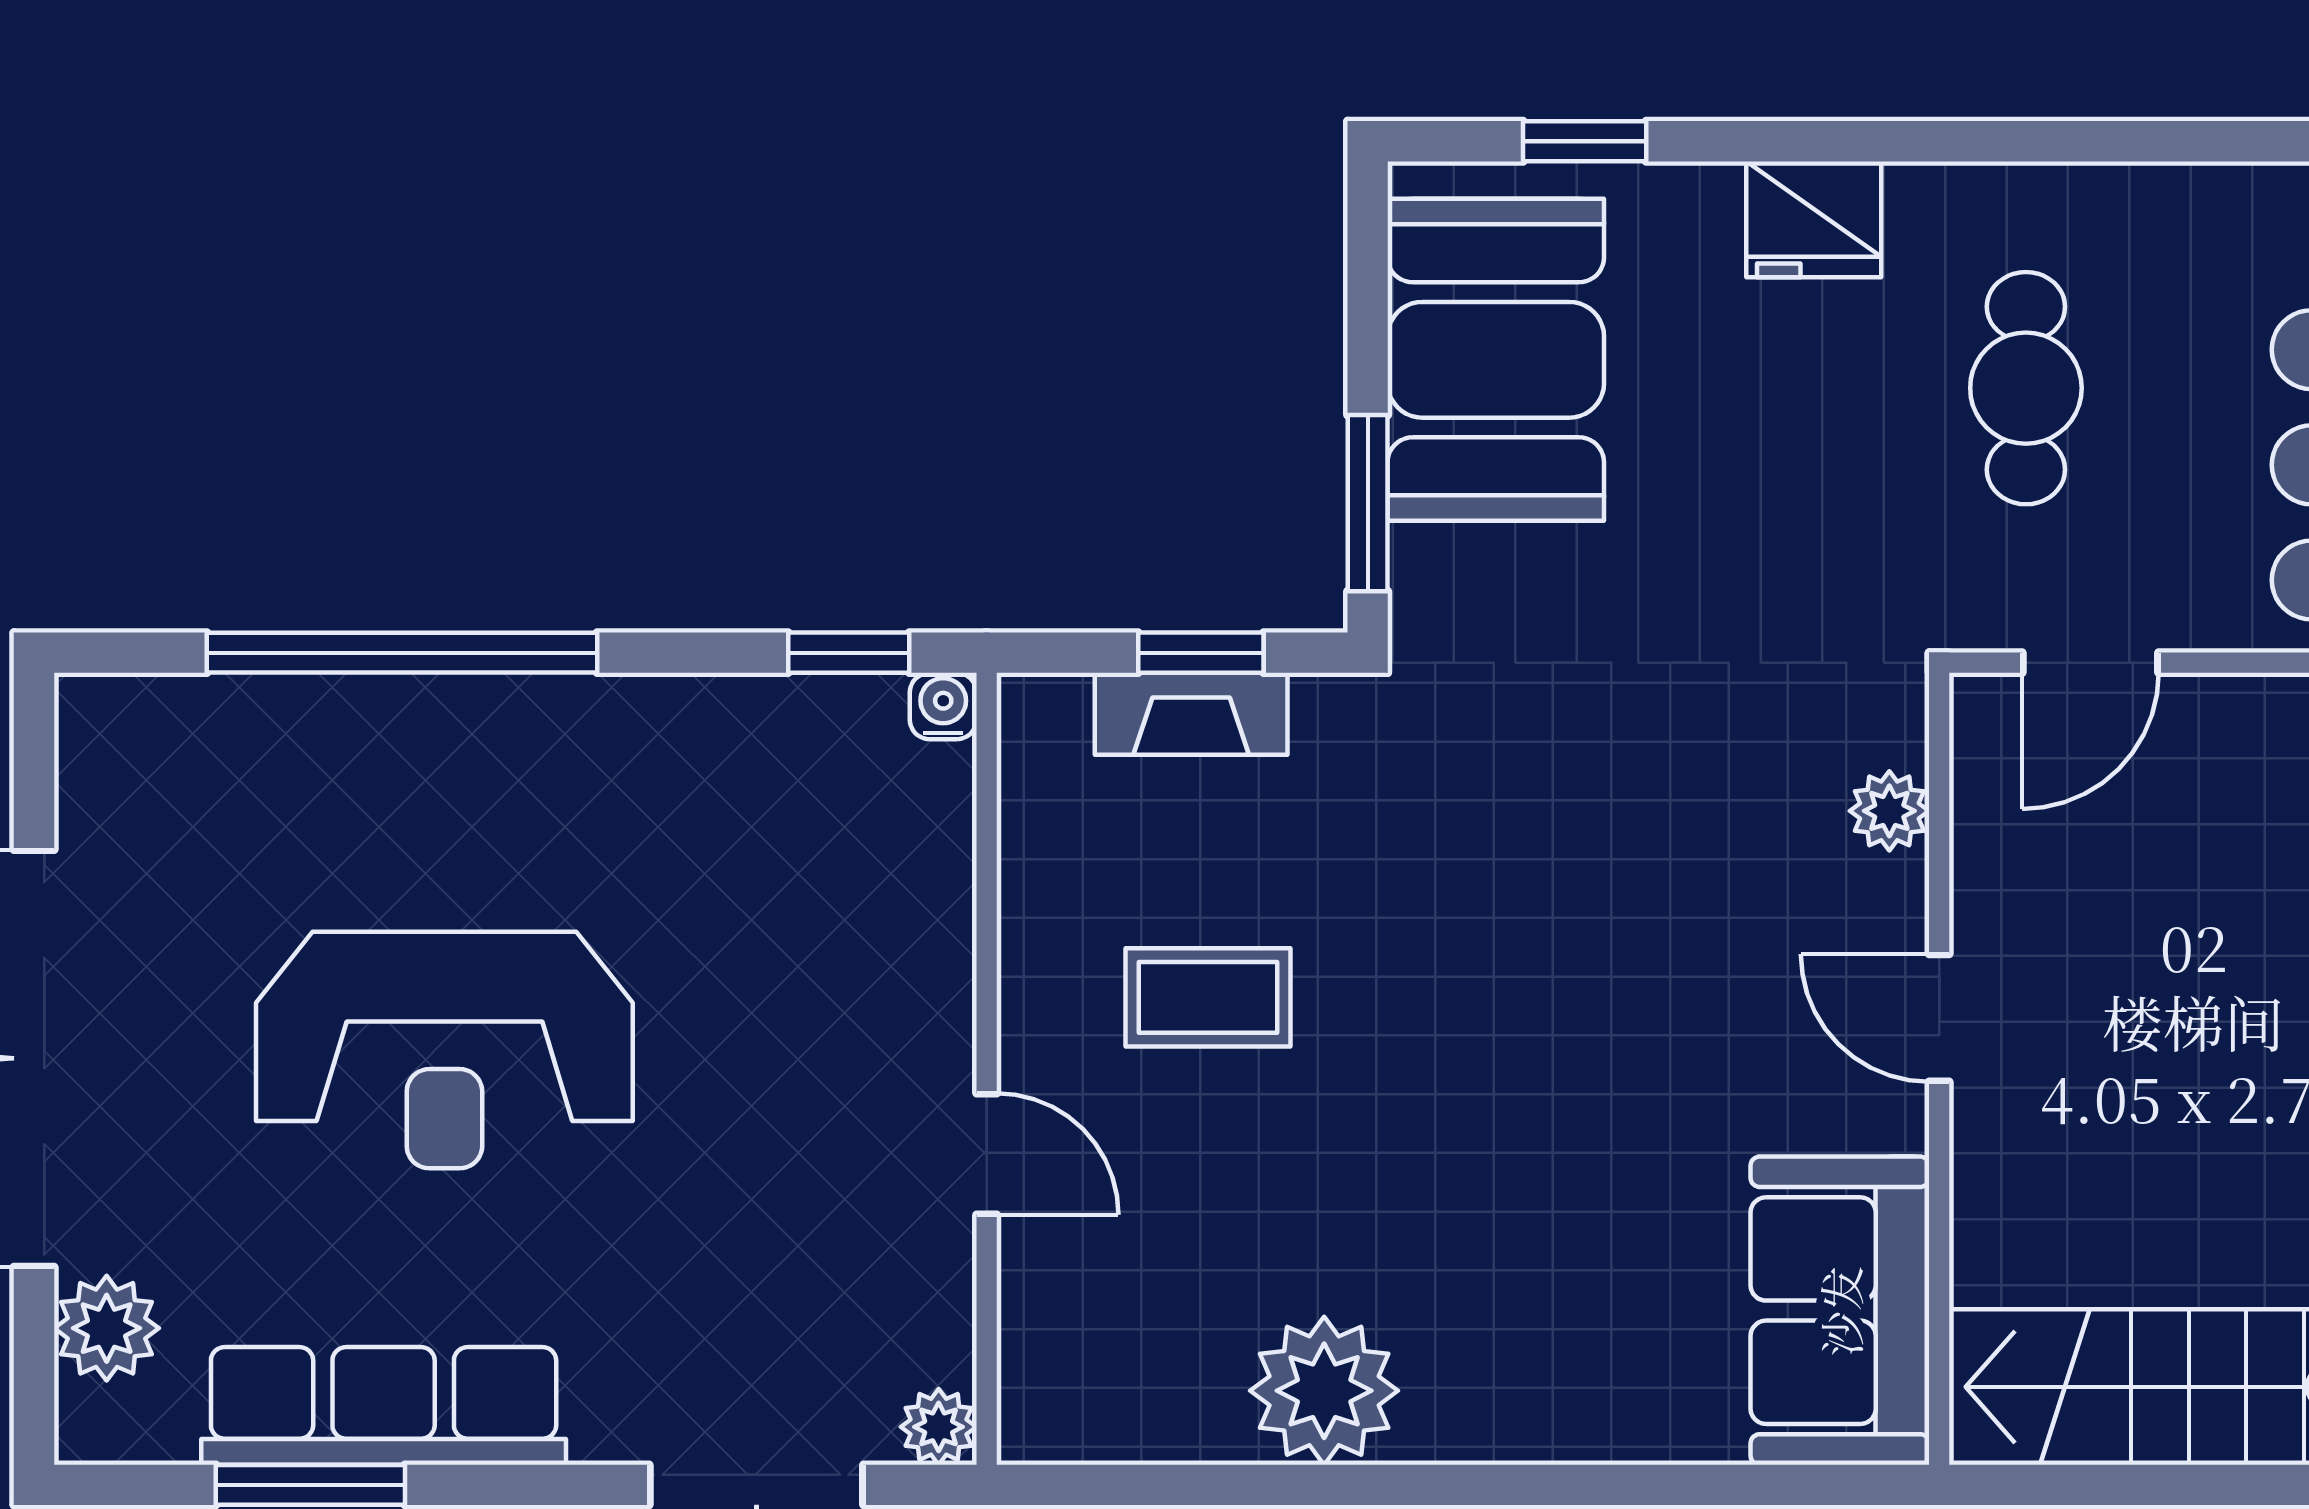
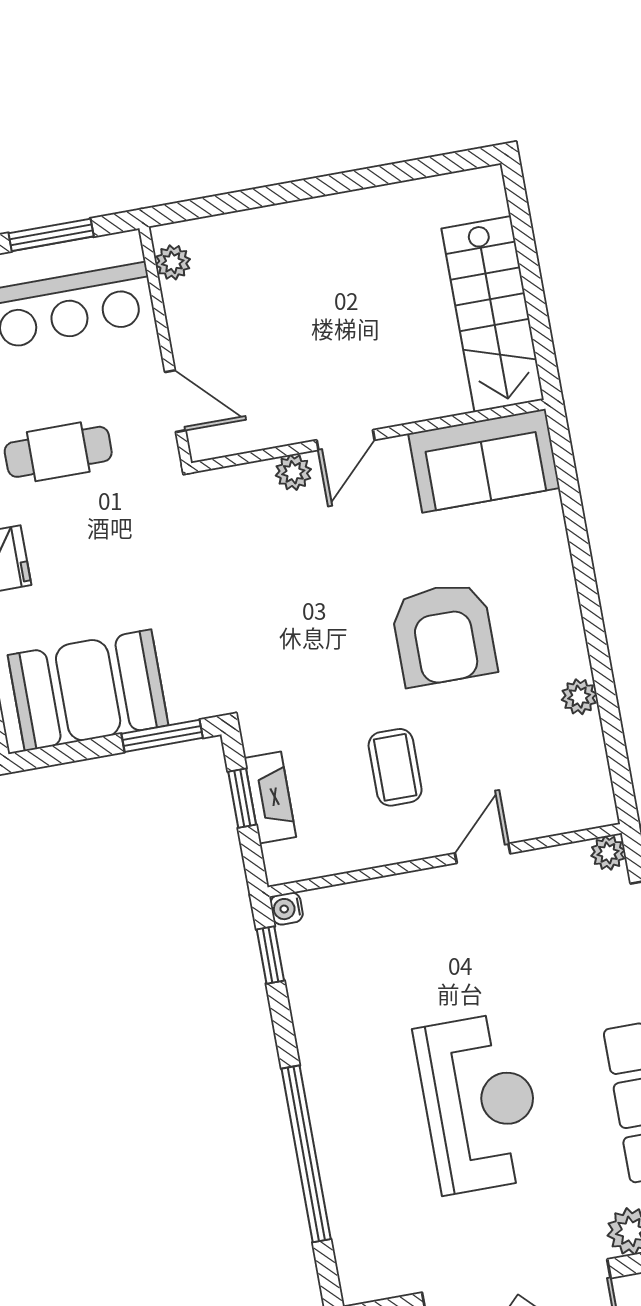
plant: (1889, 811) -> (293, 472), moved
armchair: (1479, 1155) -> (444, 634), added
plant: (1324, 1391) -> (579, 697), width x0.53, depth x0.53

